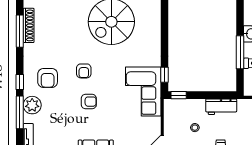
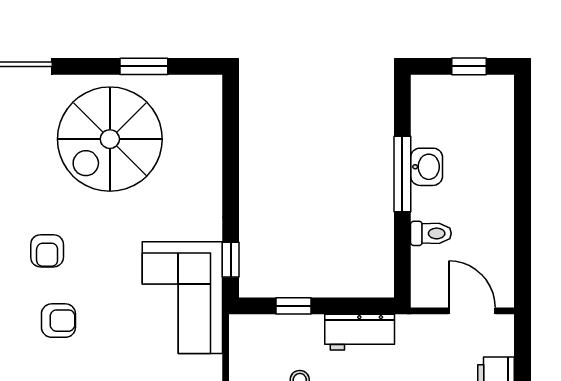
window: (240, 52) -> (402, 174), moved
window: (179, 95) -> (294, 306), moved

